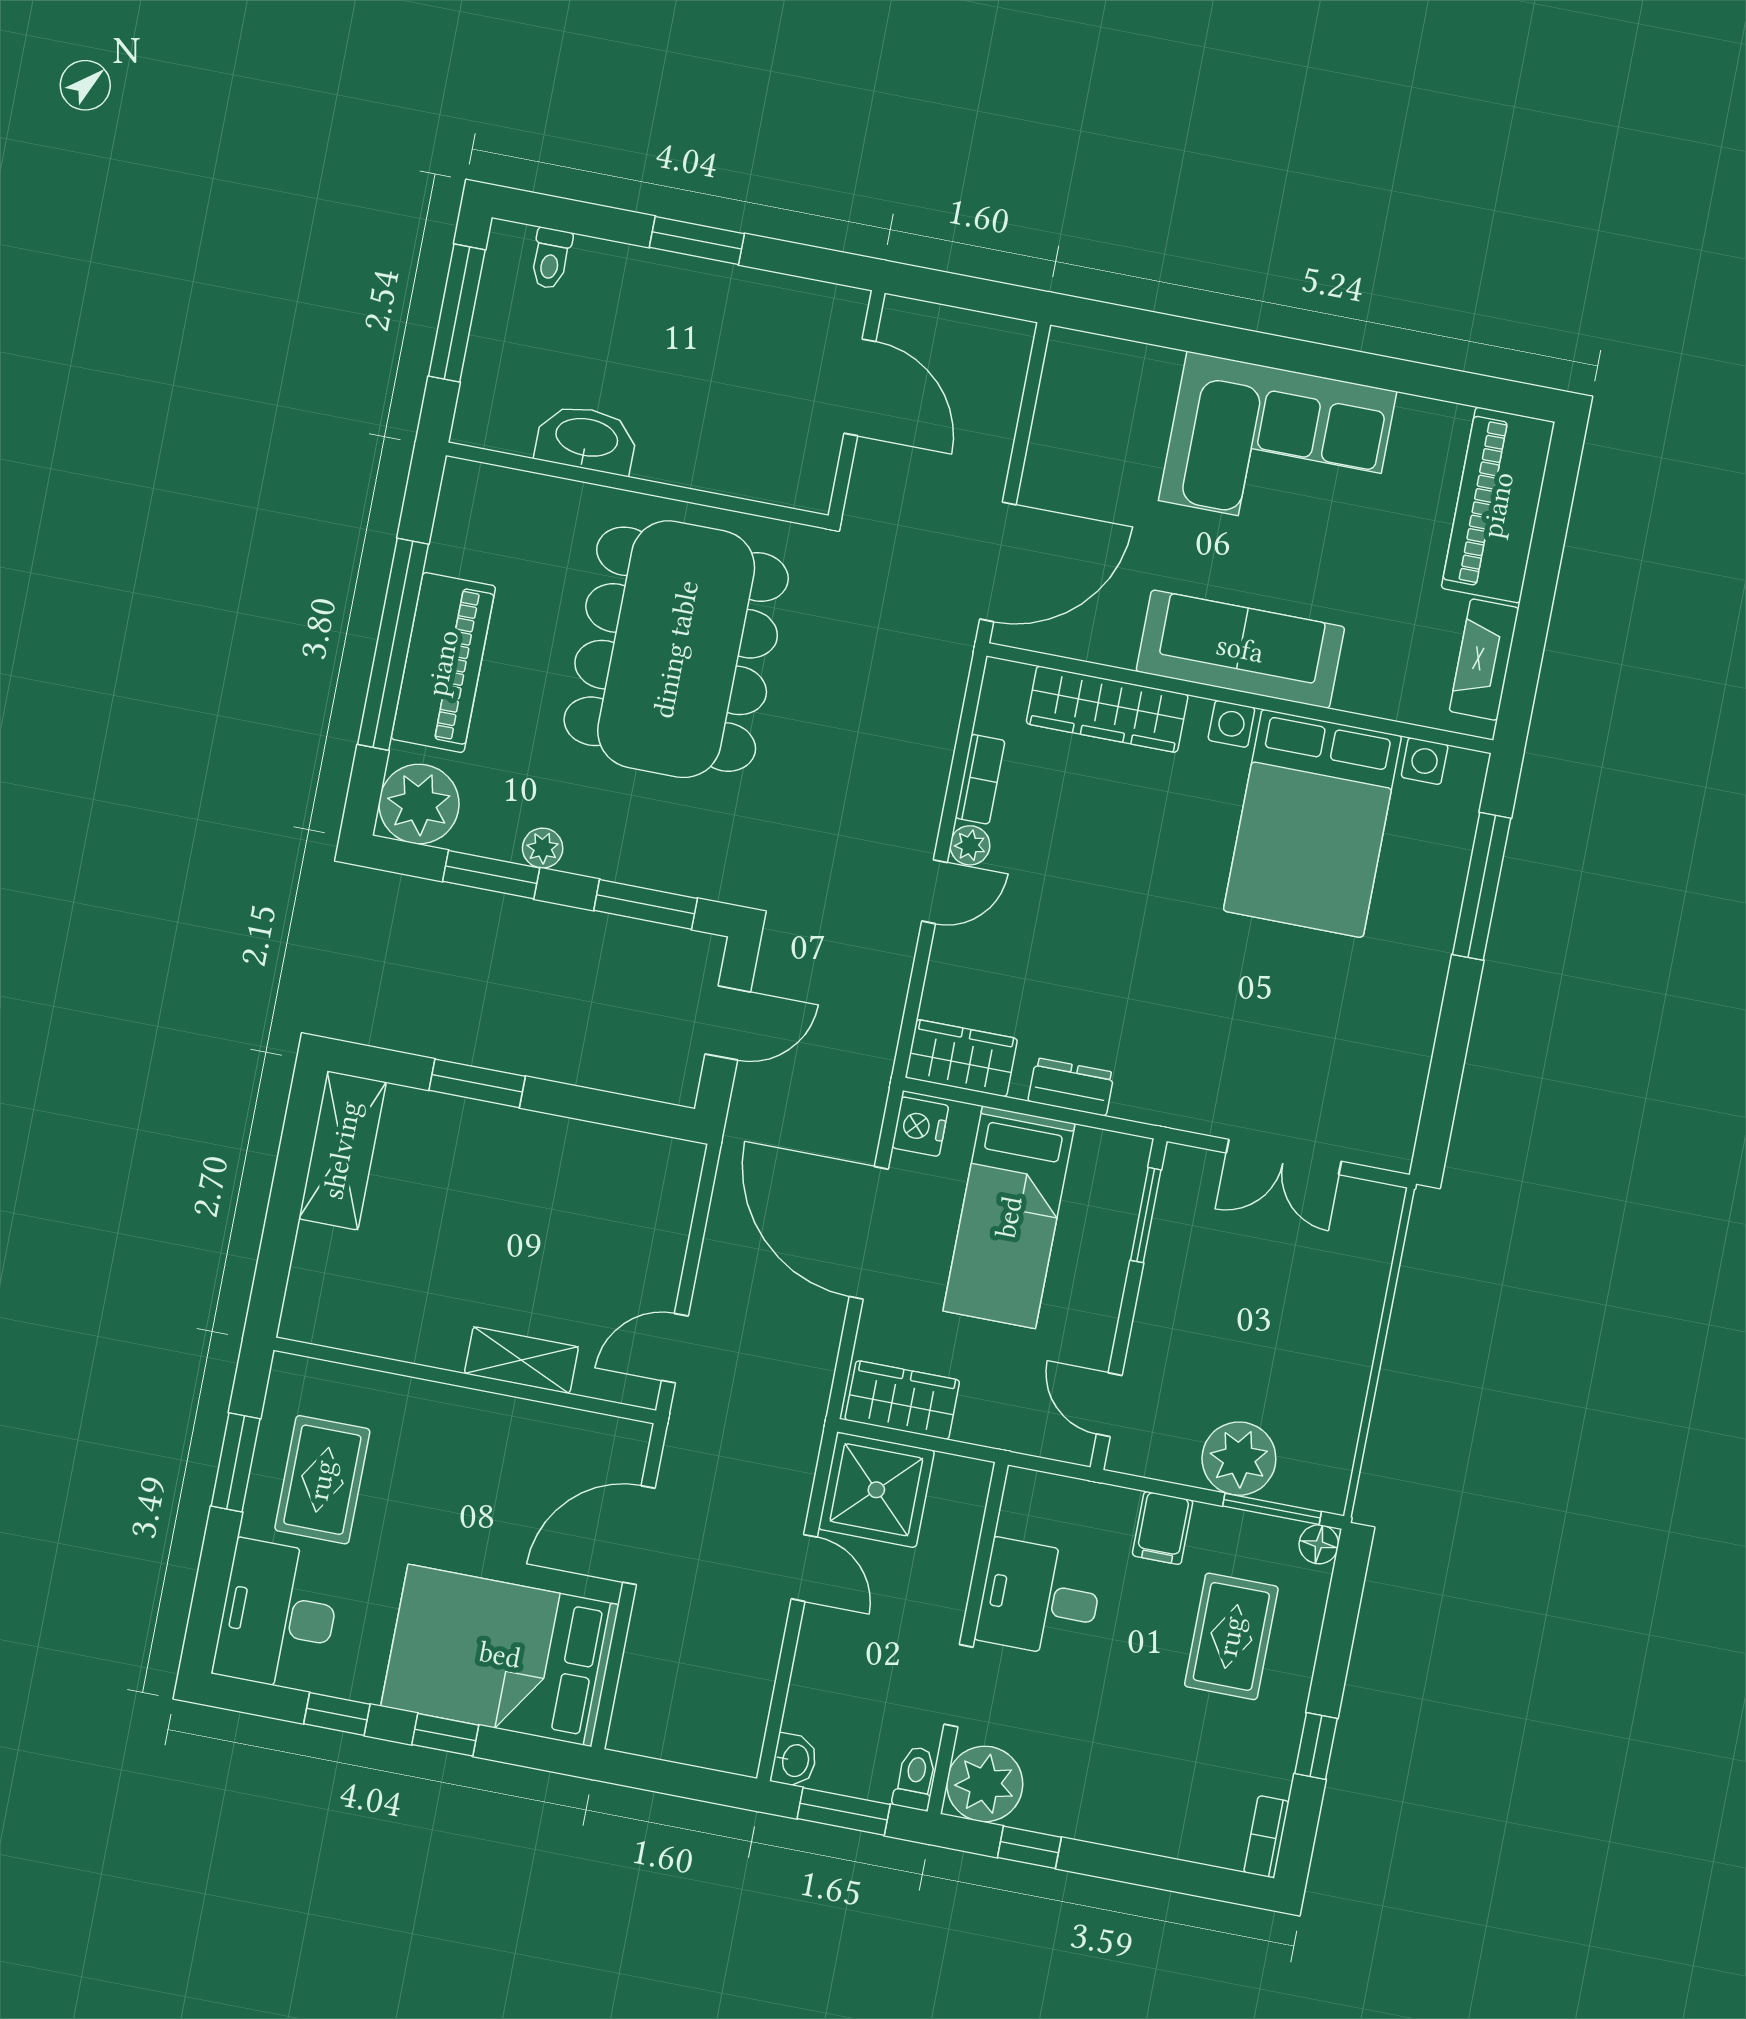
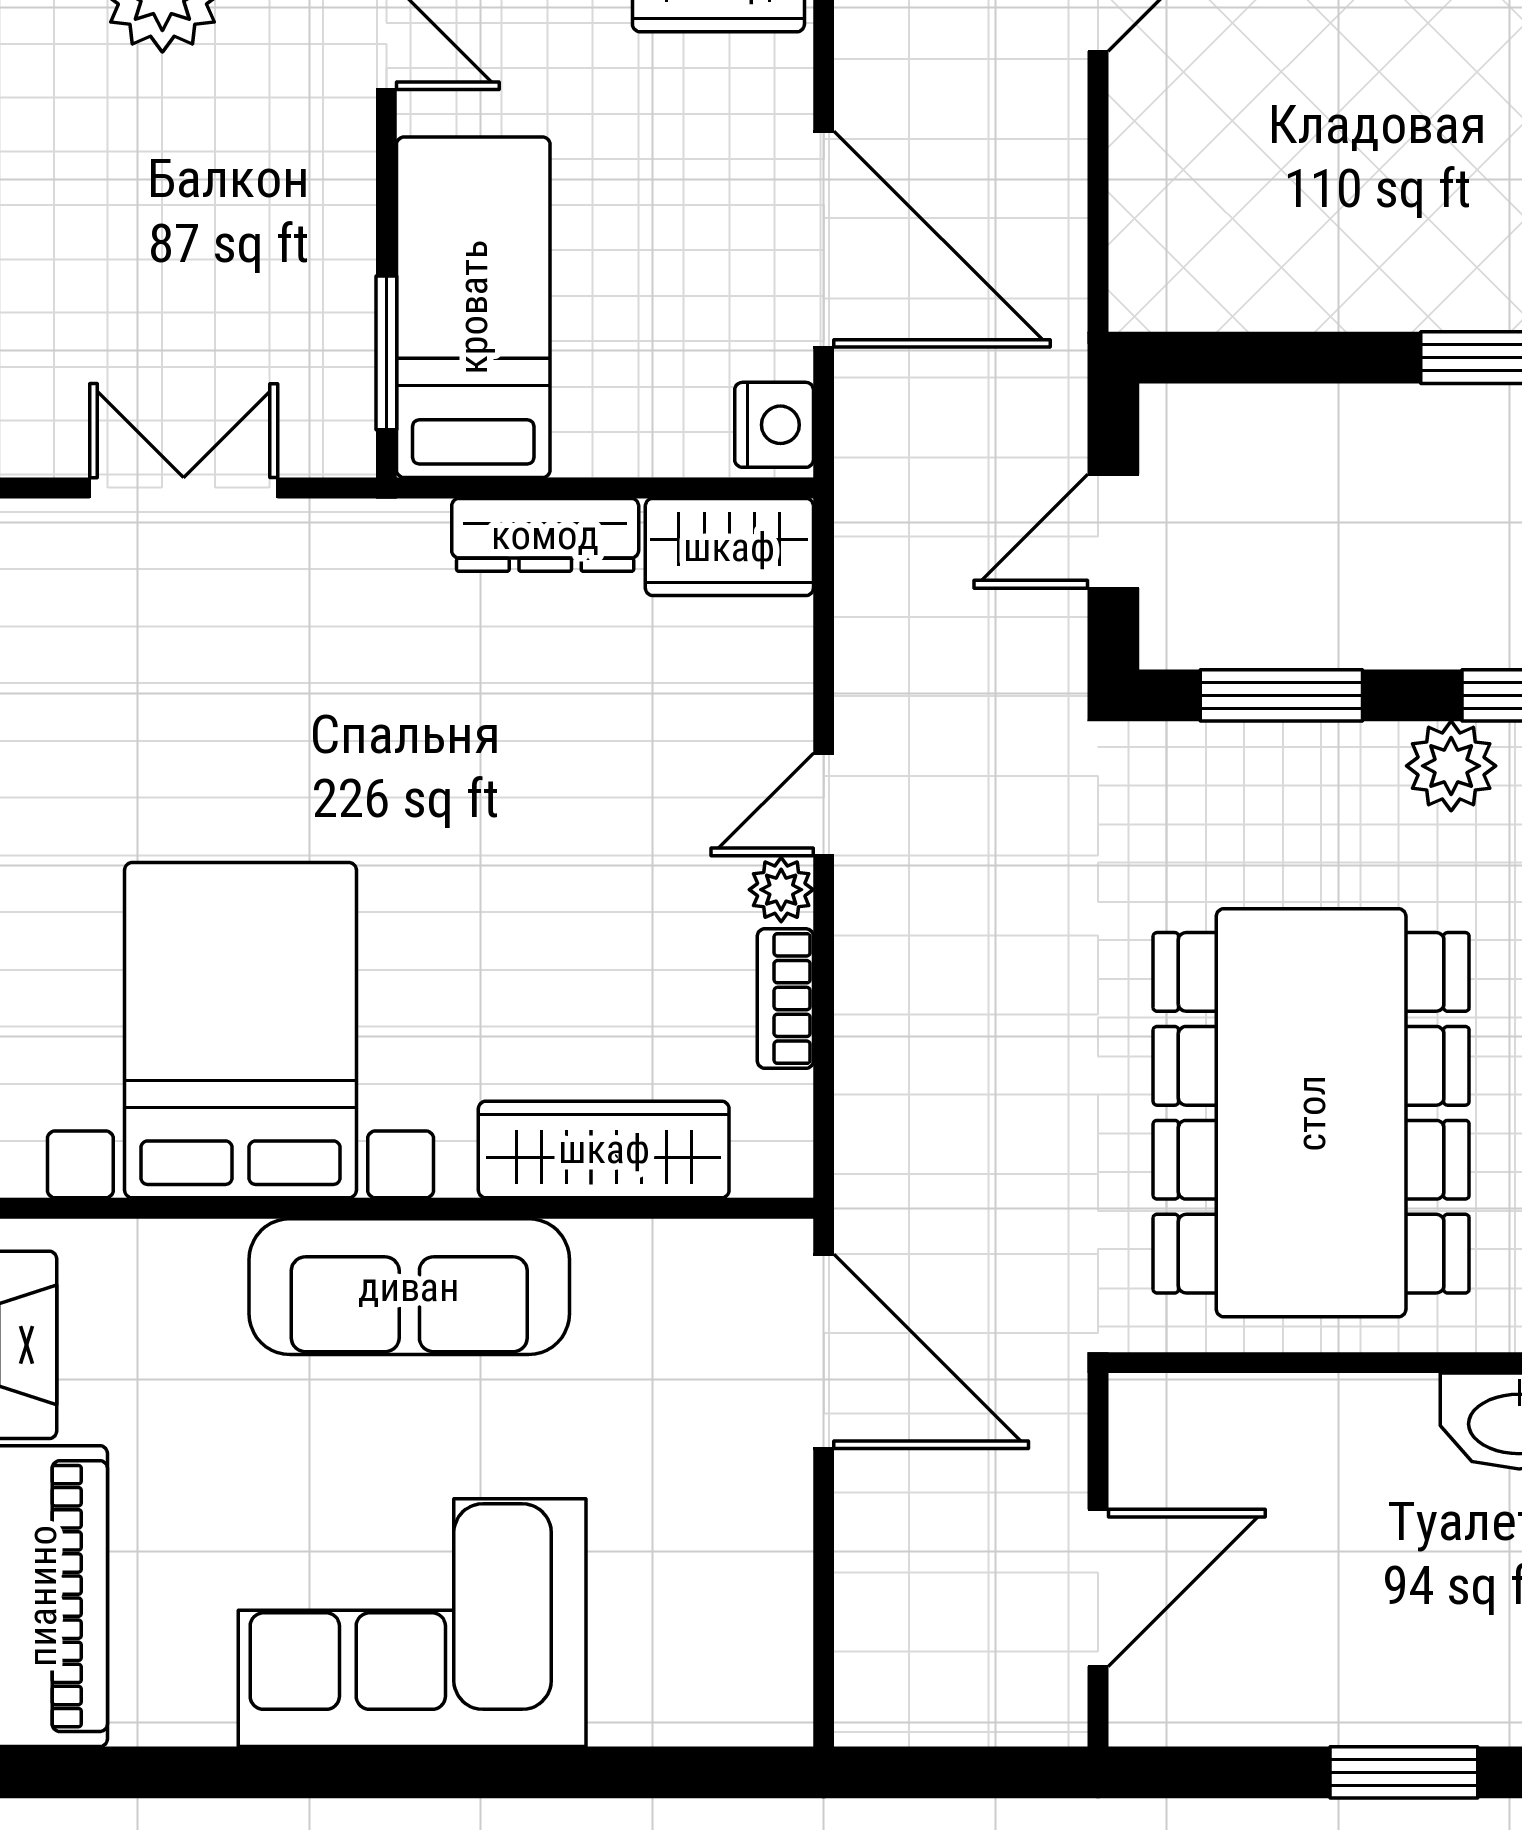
door: (860, 387) -> (1098, 1588), swing flipped
door: (998, 562) -> (824, 1351), swing flipped
plant: (543, 848) -> (1451, 766), width x1.38, depth x1.38
dresser: (1071, 1087) -> (545, 535), width x1.44
bed: (1009, 1217) -> (473, 307), moved

